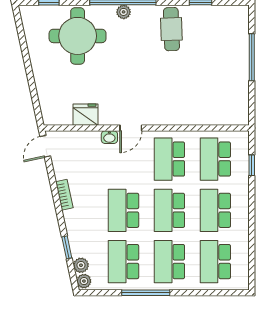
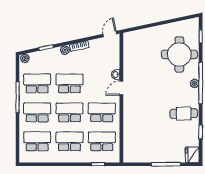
fridge: (86, 115) -> (192, 155), moved, turned 180
door: (131, 128) -> (121, 88), hinge flipped
door: (45, 146) -> (110, 34), hinge flipped
plant: (81, 265) -> (65, 50), moved

